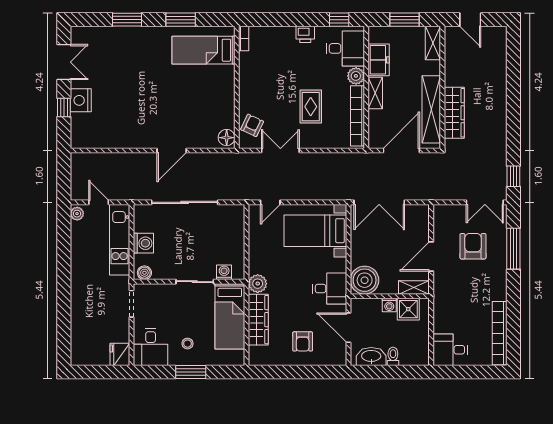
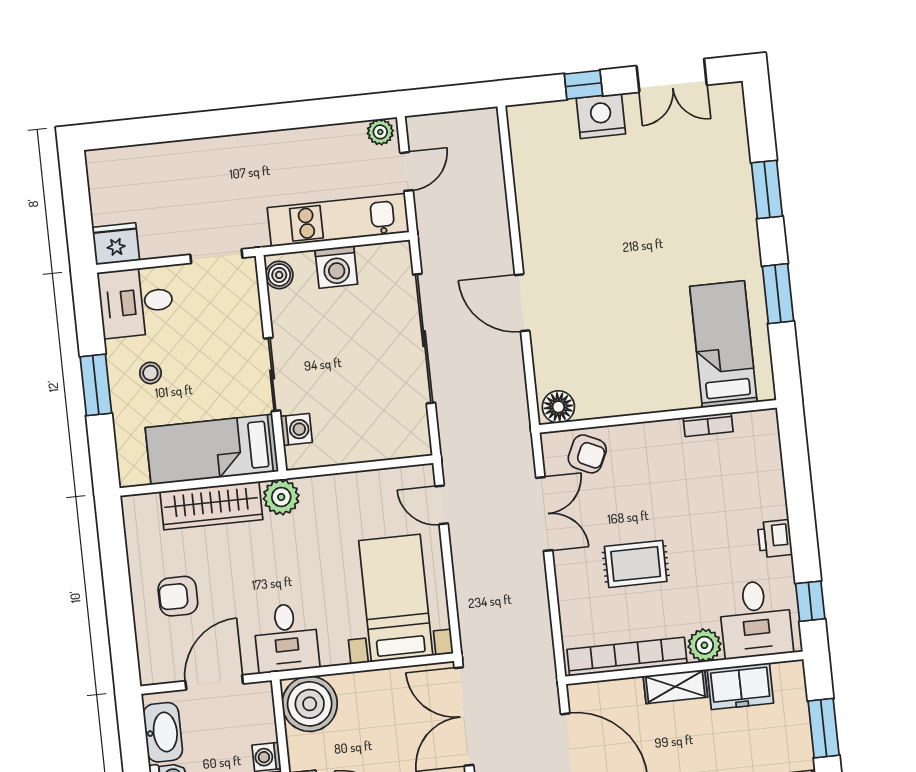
bookcase: (244, 38) -> (708, 425), moved

